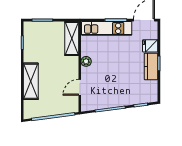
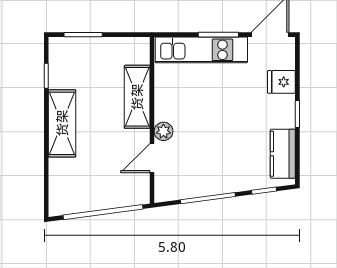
shelving: (72, 39) -> (137, 97), moved
plant: (86, 61) -> (163, 131), moved
kitchen counter: (151, 66) -> (283, 154), moved
shelving: (31, 81) -> (62, 123), moved

